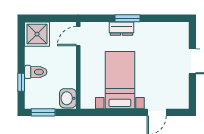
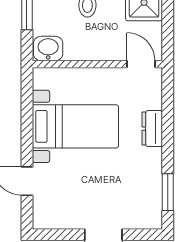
window: (128, 18) -> (168, 192), moved

